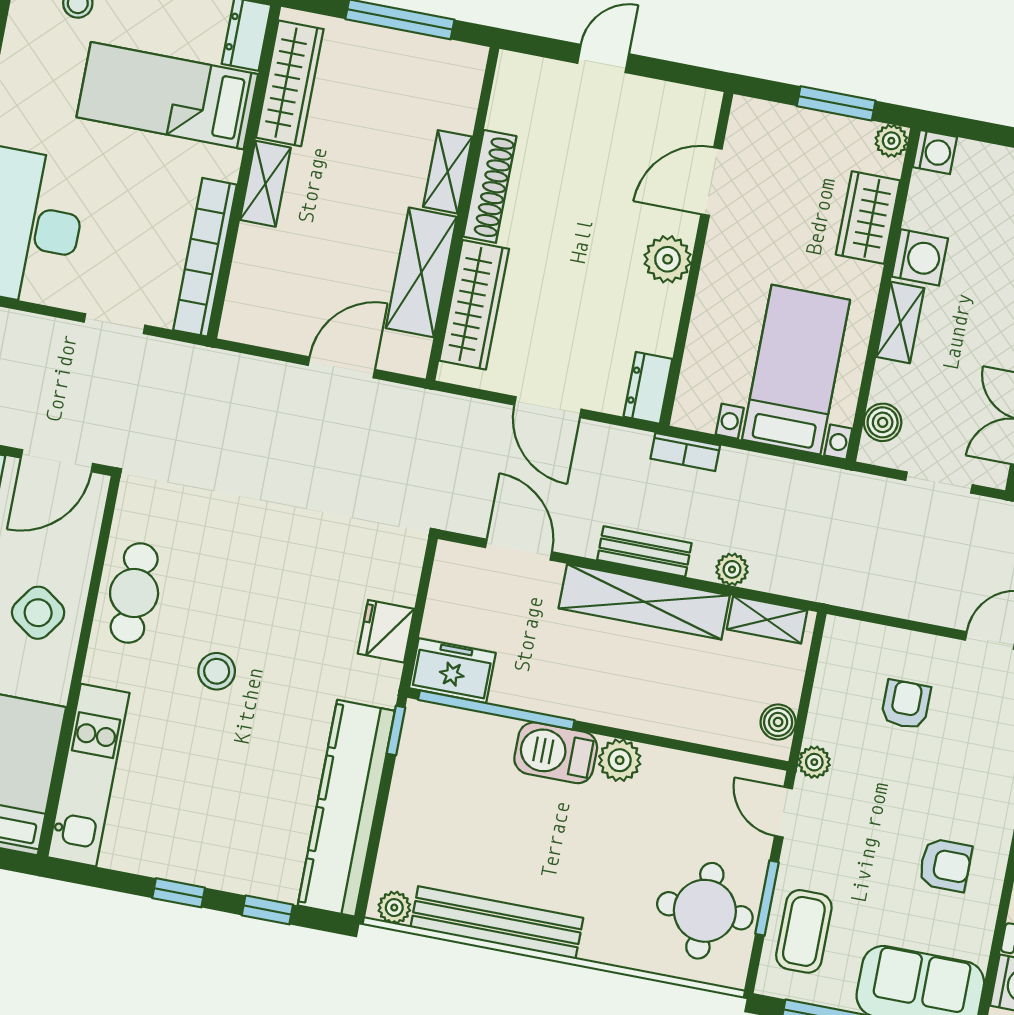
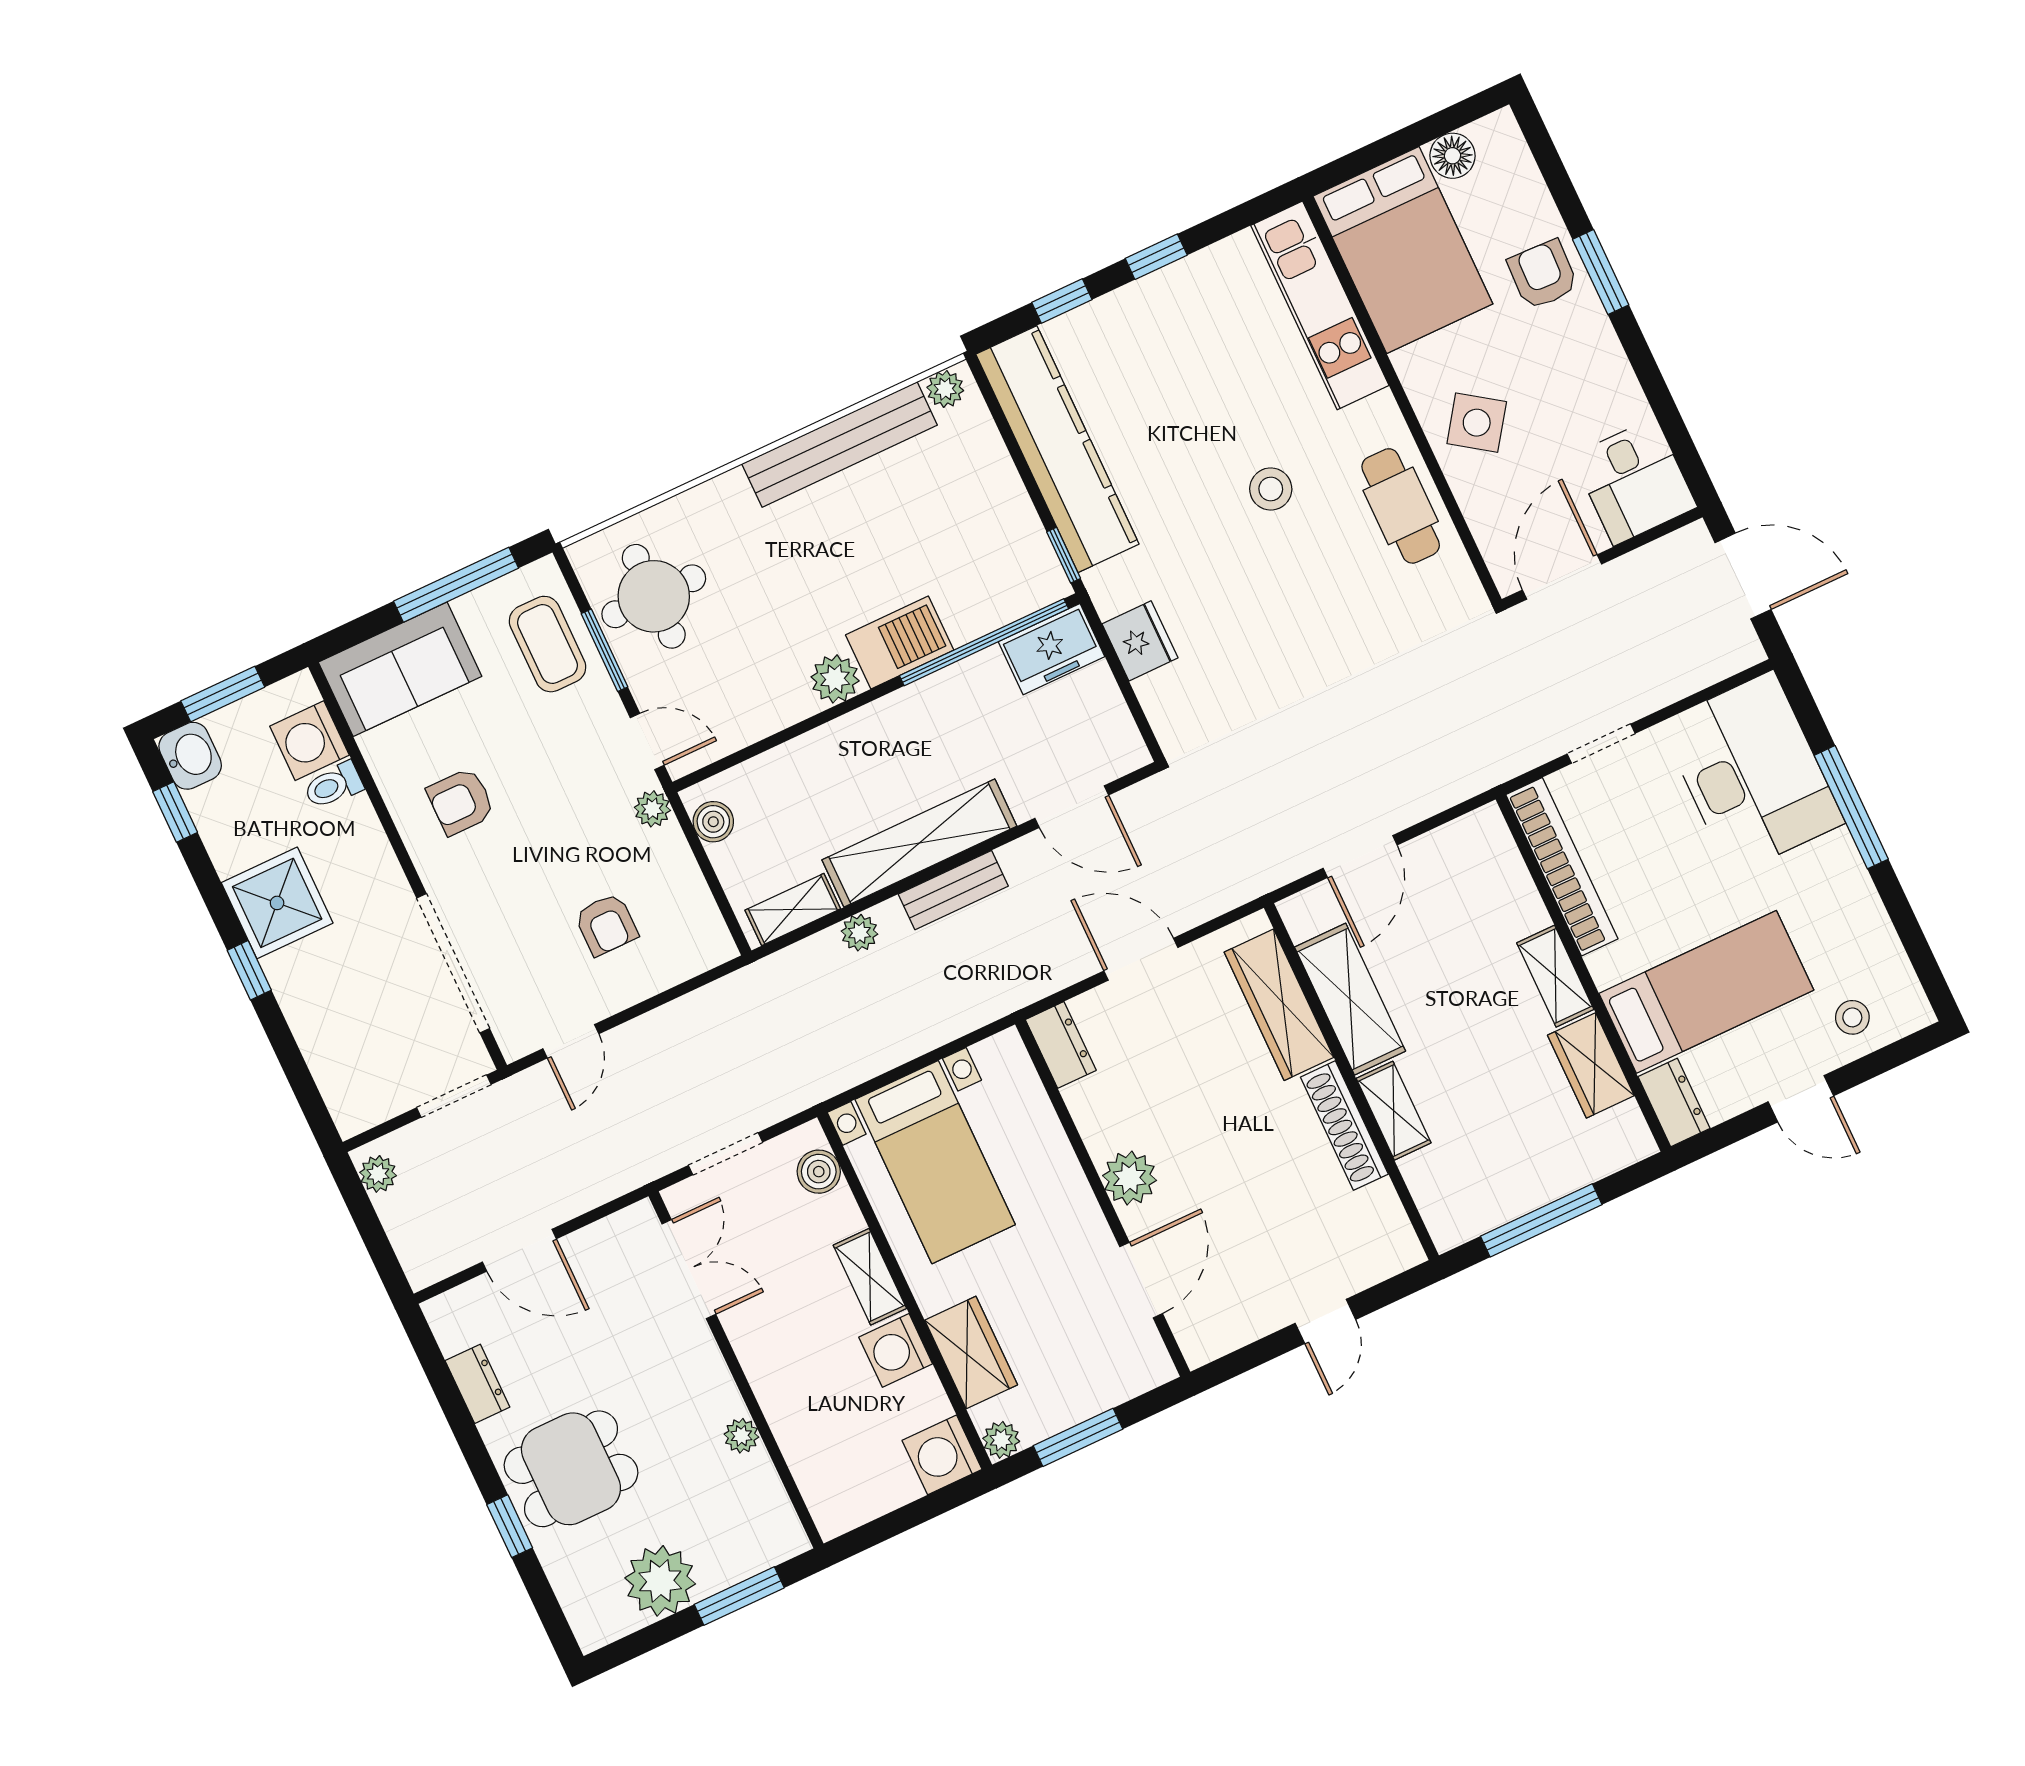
wardrobe: (290, 83) -> (1591, 1065), width x0.67
washing machine: (935, 152) -> (942, 1455), width x1.38, depth x1.38
bookcase: (685, 452) -> (983, 1010), removed

